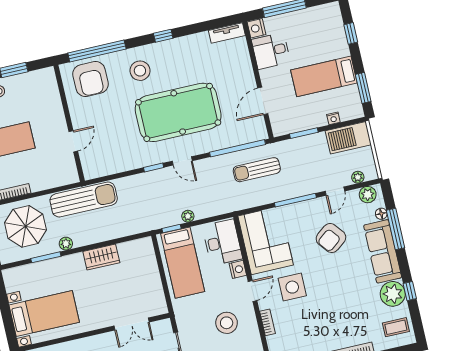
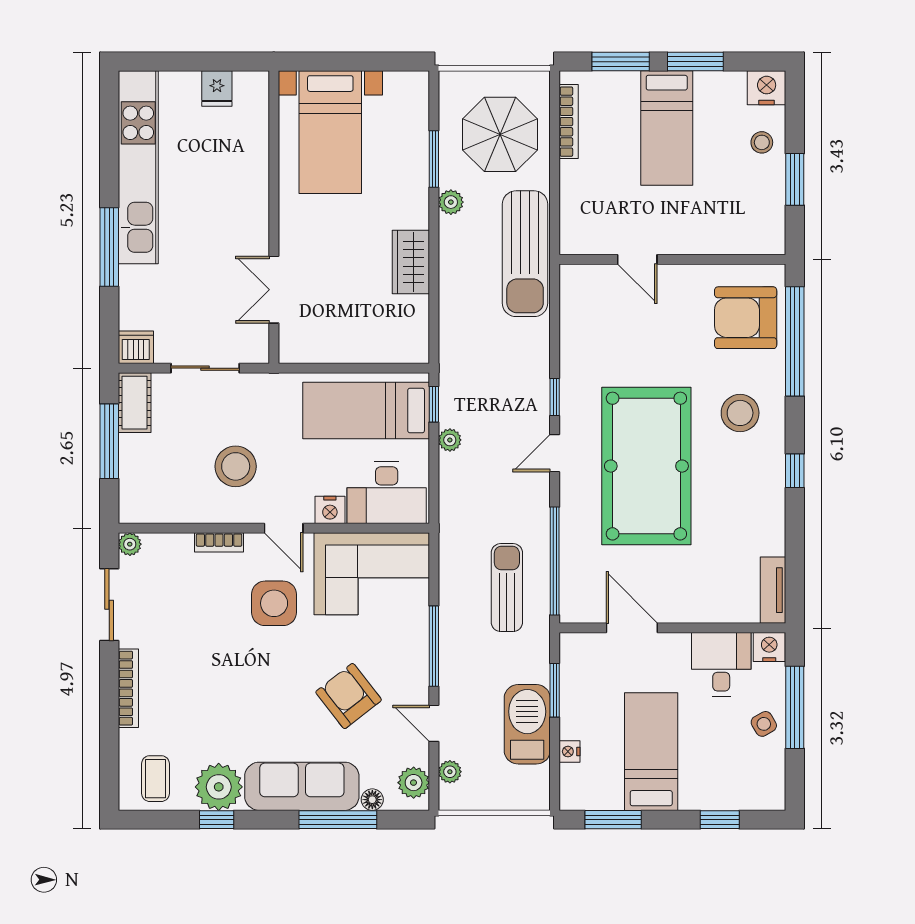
side table: (296, 22) -> (764, 724), added
barbecue: (348, 138) -> (527, 724), moved

